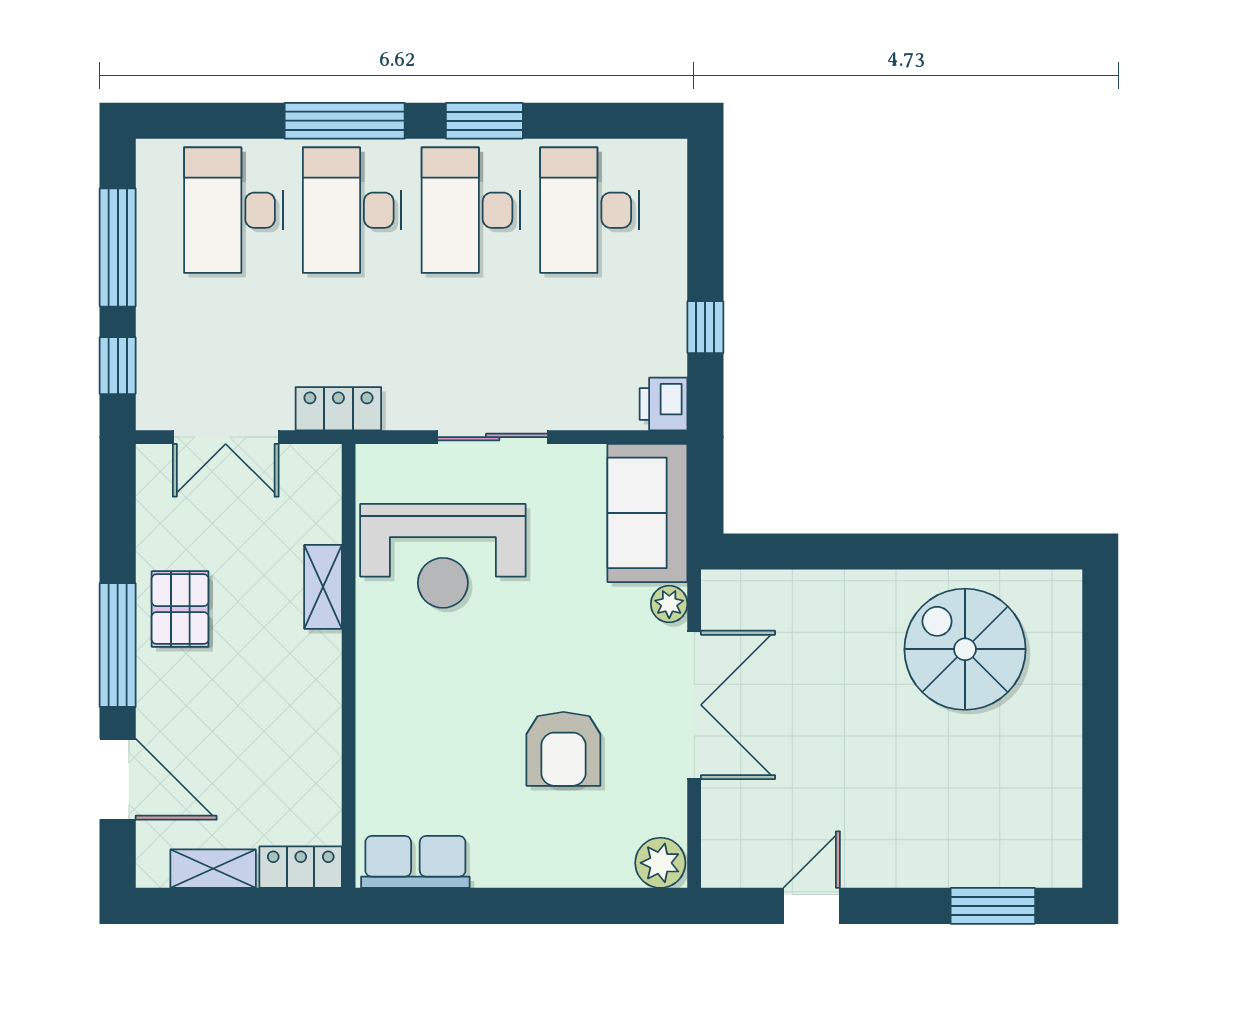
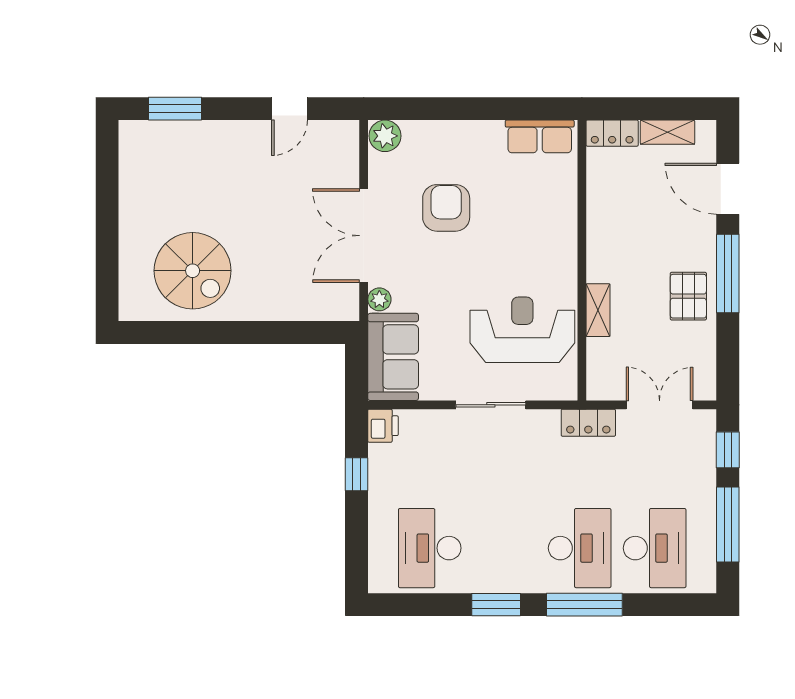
desk: (471, 210) -> (505, 548), removed
desk: (590, 210) -> (430, 548), turned 180

